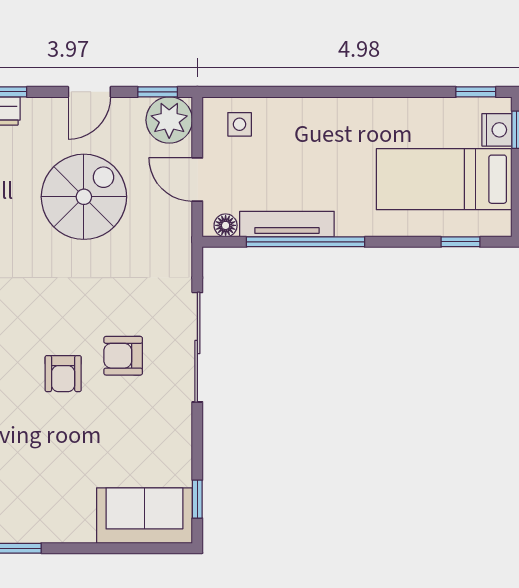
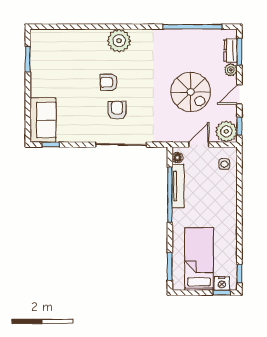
door: (89, 92) -> (239, 94), hinge flipped
plant: (36, 110) -> (231, 70), added
window: (460, 242) -> (170, 266), width x1.50

